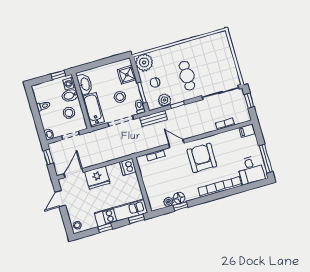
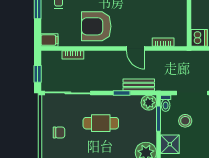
cafe table: (187, 76) -> (101, 123), turned 90
chair: (155, 83) -> (59, 132), moved
plant: (165, 100) -> (149, 103), moved
bench: (153, 119) -> (139, 85), moved
armchair: (202, 158) -> (96, 26), moved, turned 90

